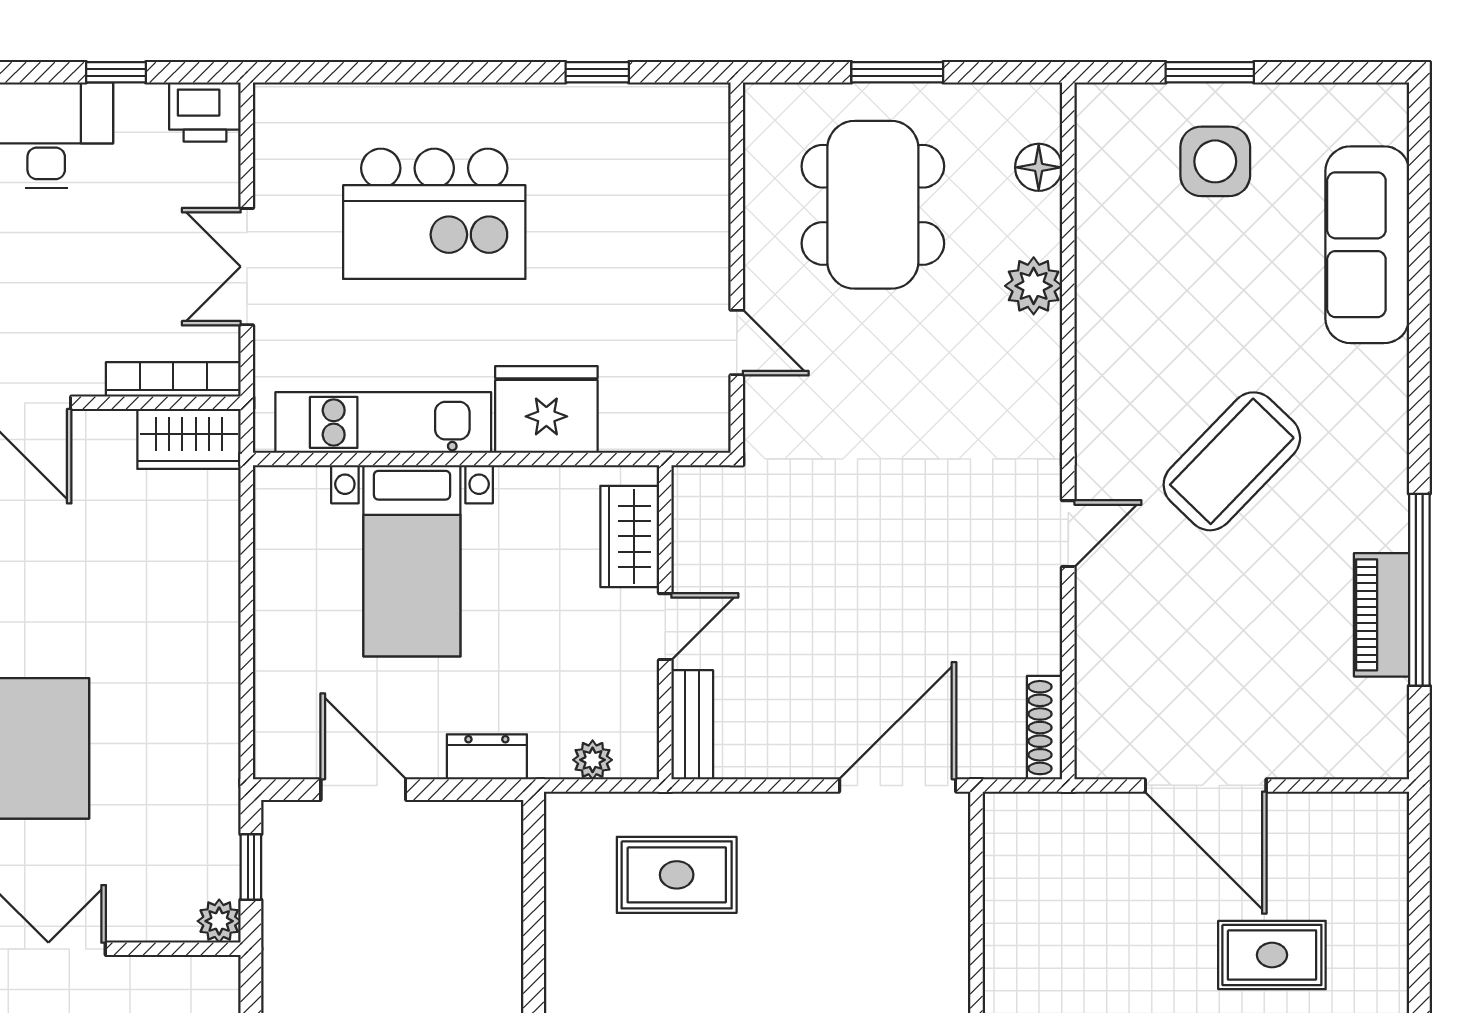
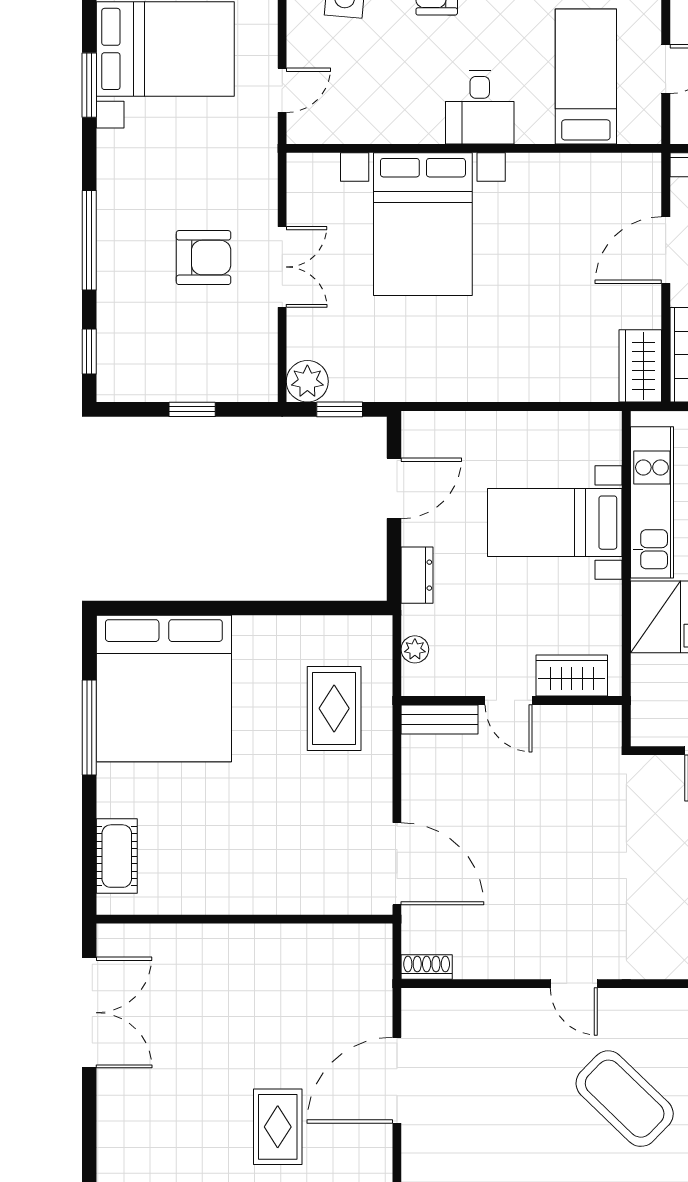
shoe rack: (1045, 728) -> (427, 967), width x0.70
plant: (219, 921) -> (307, 381), width x1.38, depth x1.38

